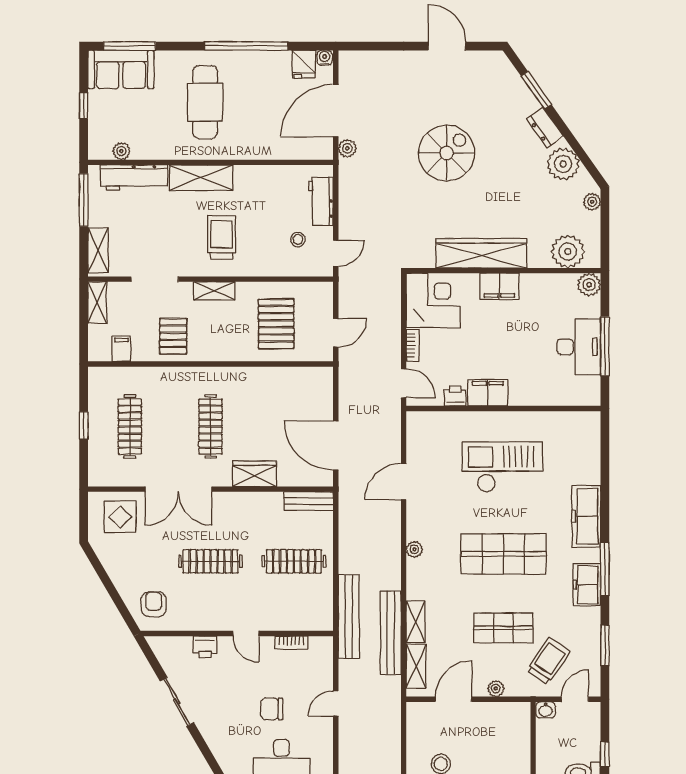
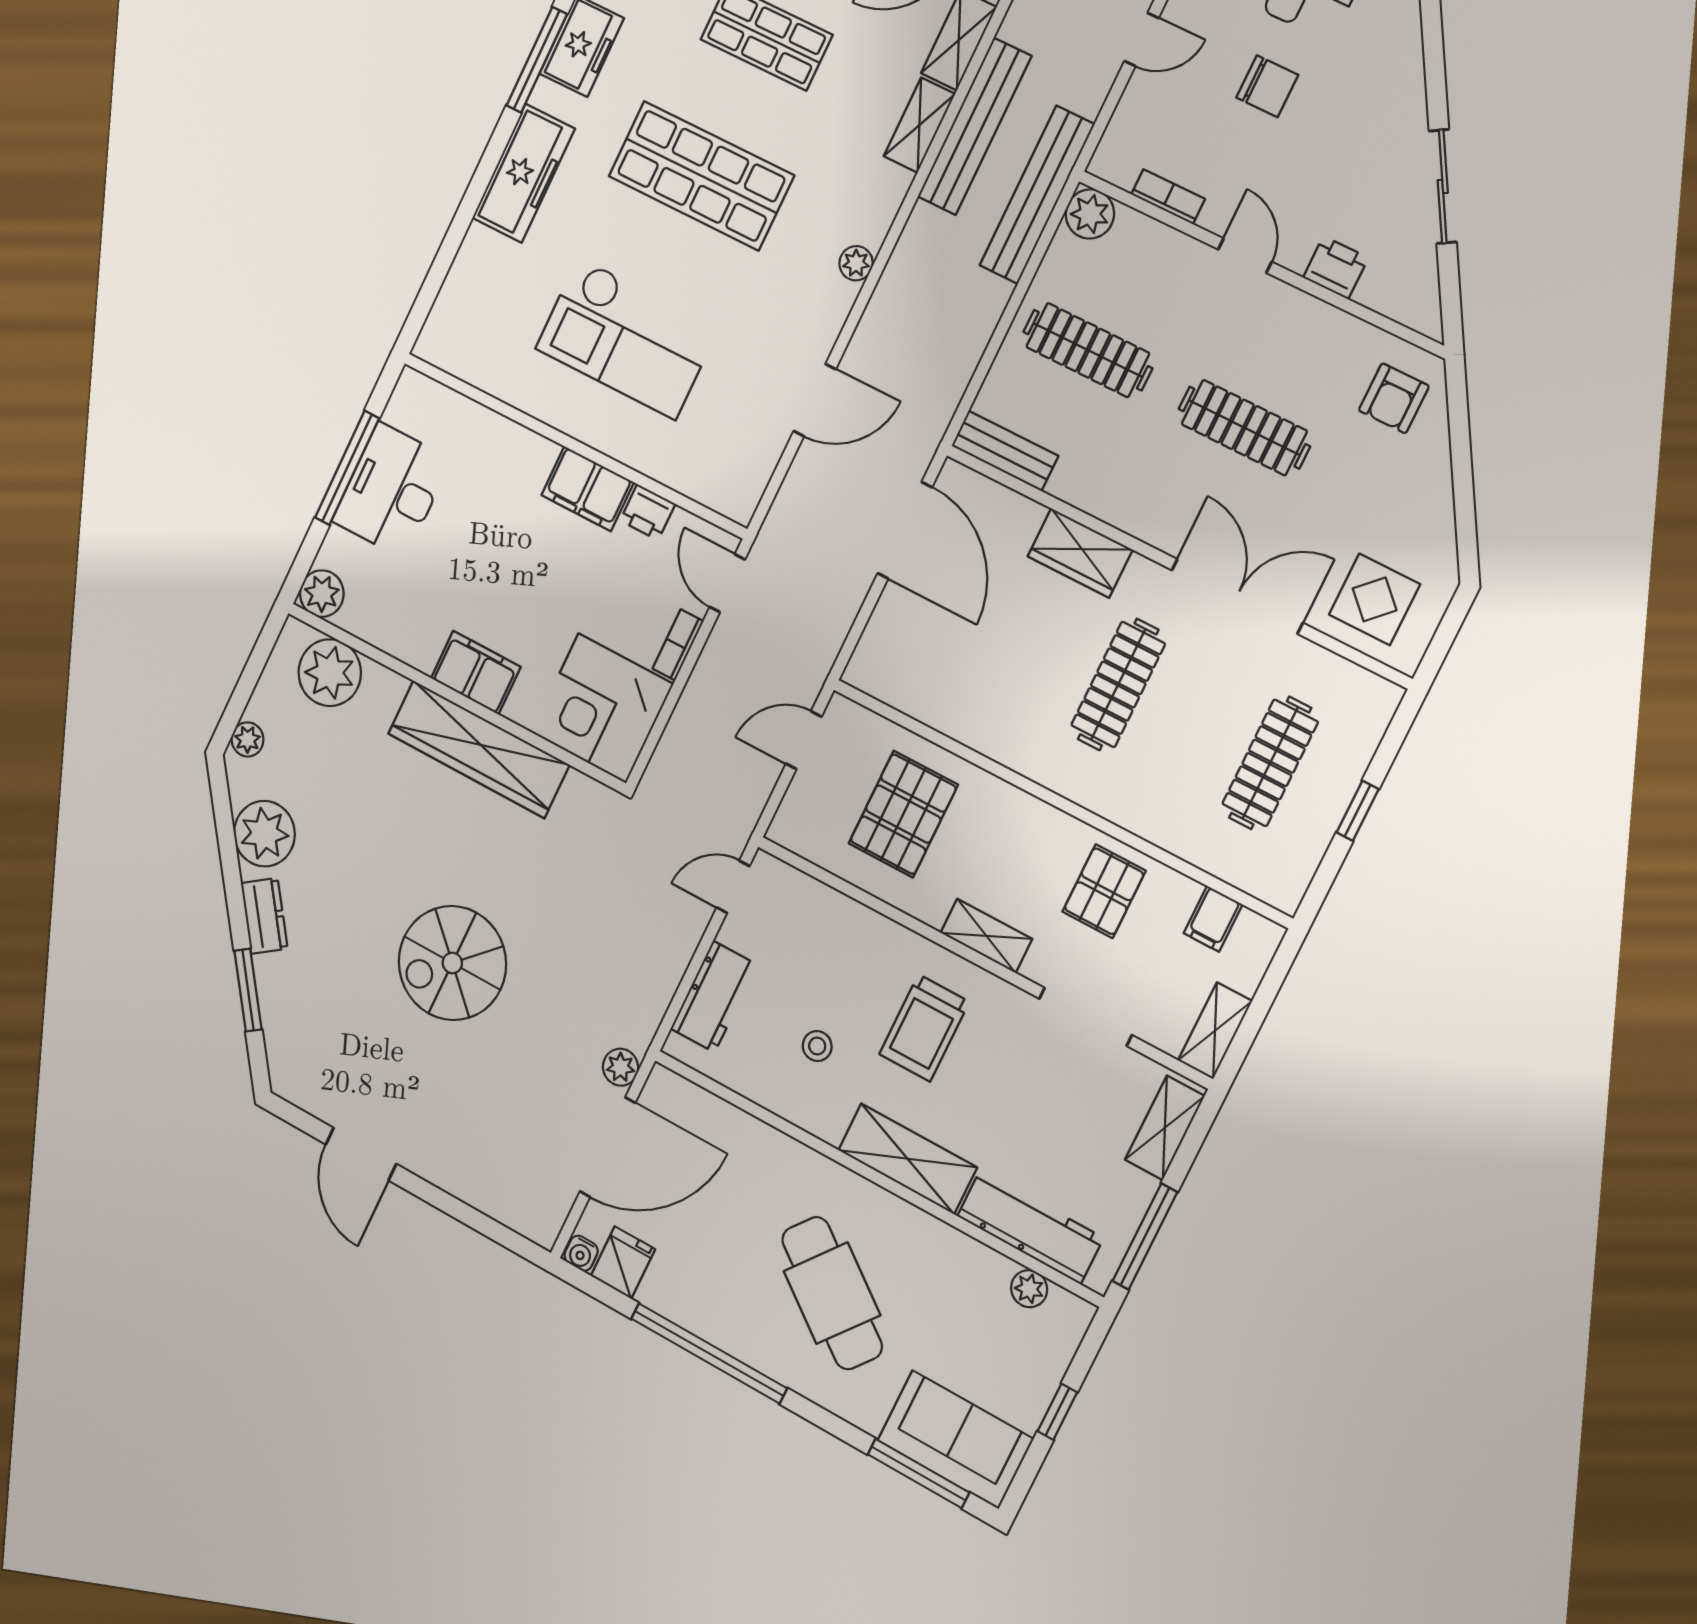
cafe table: (205, 102) -> (832, 1293), turned -52
stool: (298, 240) -> (817, 1046), moved
plant: (322, 619) -> (1090, 214), added

